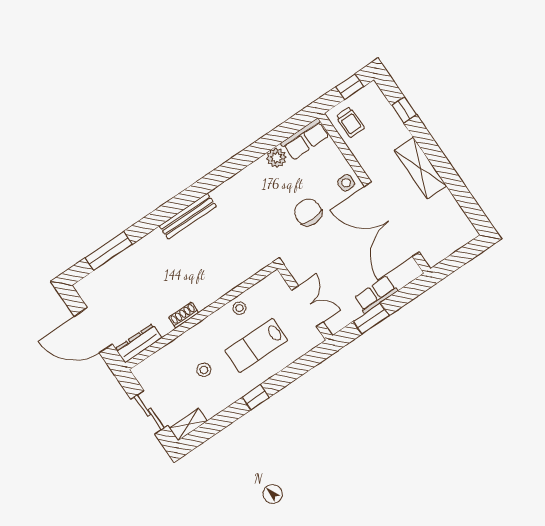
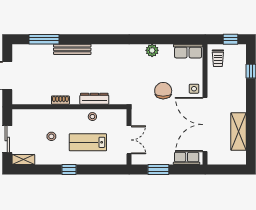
plant: (276, 158) -> (152, 50), moved
shelving: (420, 168) -> (238, 132), moved
bench: (188, 216) -> (72, 49), moved
row of seats: (376, 294) -> (187, 158), moved
dresser: (139, 343) -> (94, 99), moved

